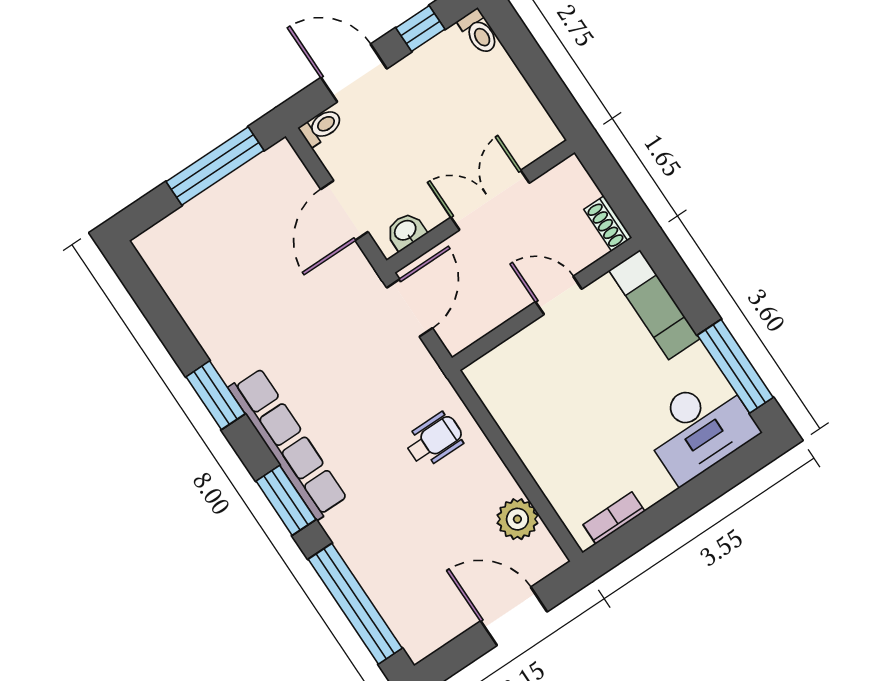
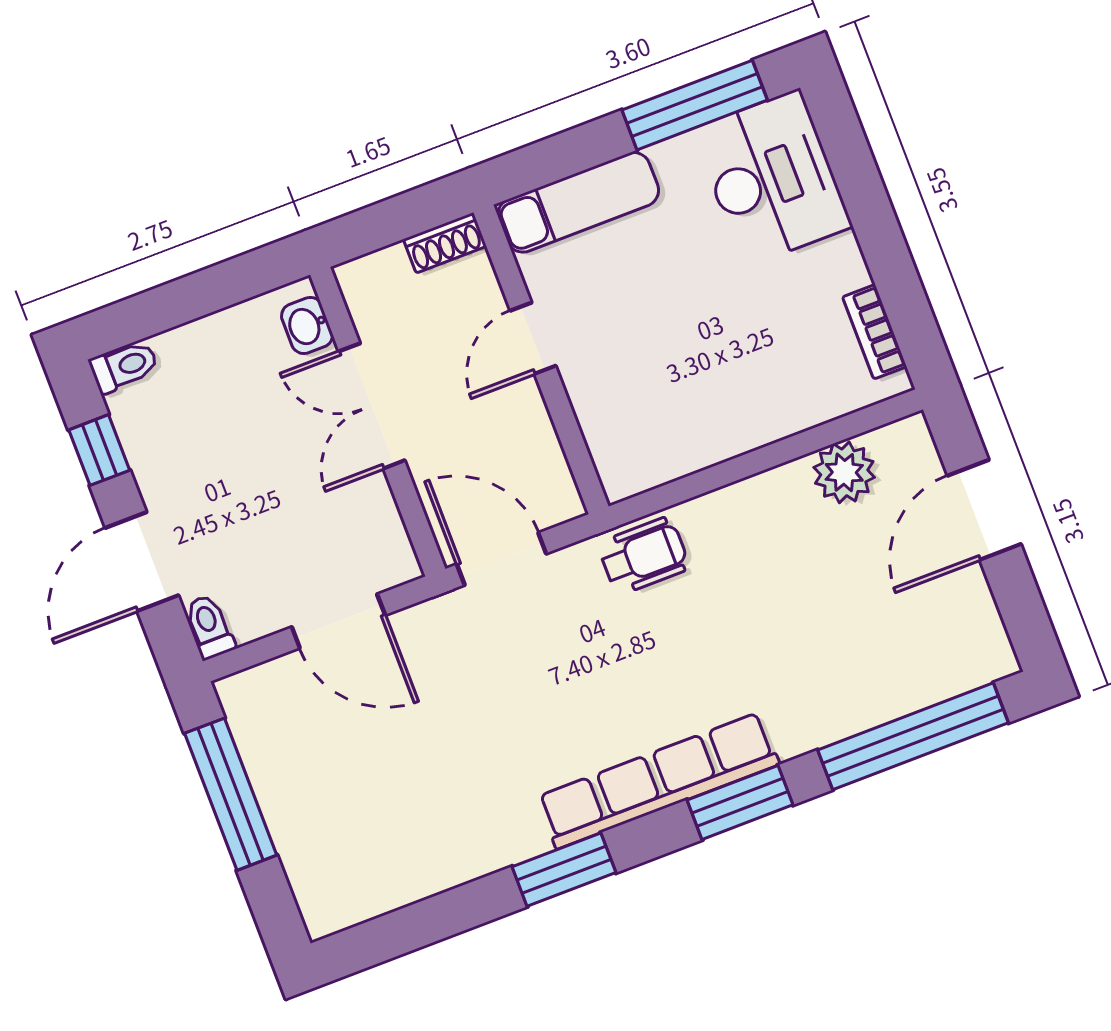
washbasin: (406, 231) -> (307, 325), moved
wheelchair: (434, 440) -> (644, 556), moved, turned 90

